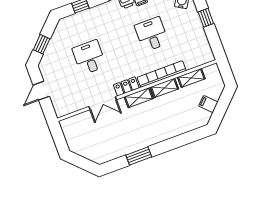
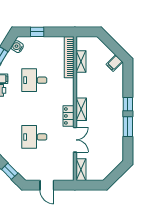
bookcase: (162, 74) -> (69, 57), moved
shelving: (164, 88) -> (81, 170), moved
filing cabinet: (208, 104) -> (114, 63), moved
window: (163, 147) -> (128, 104), added

